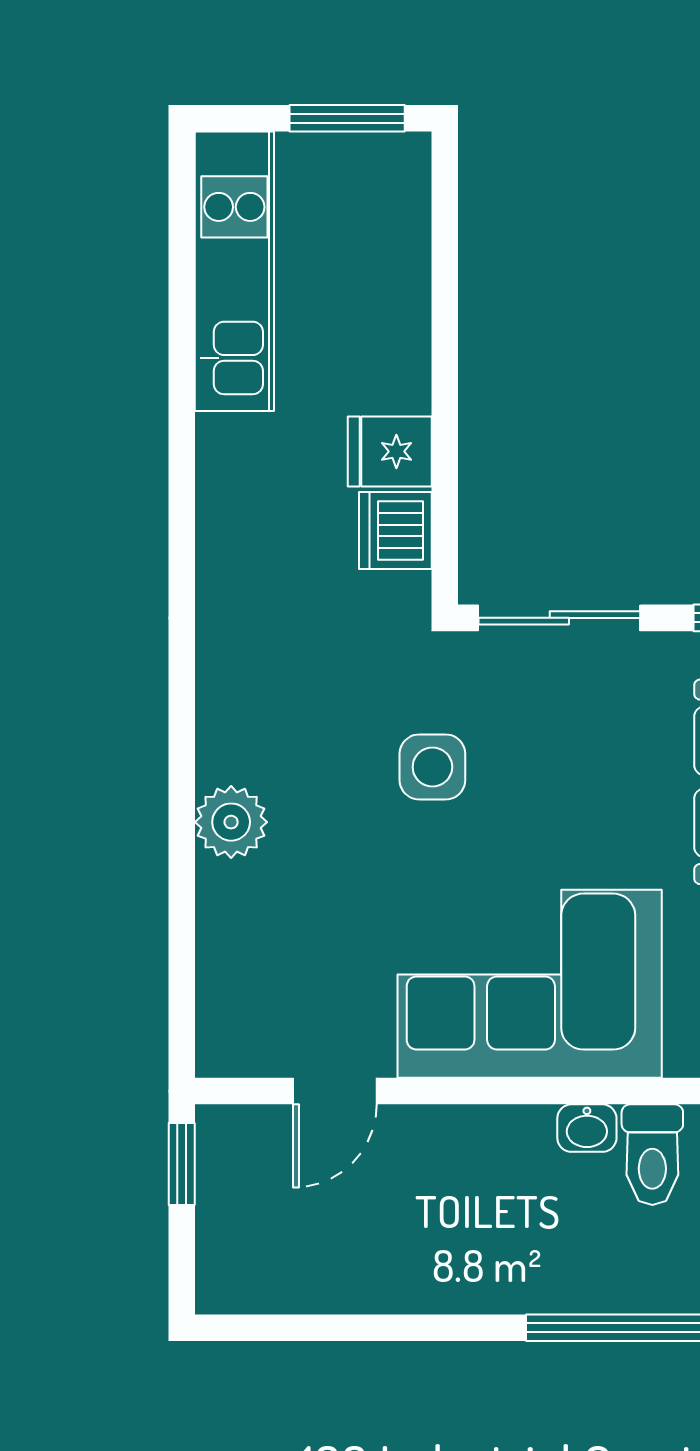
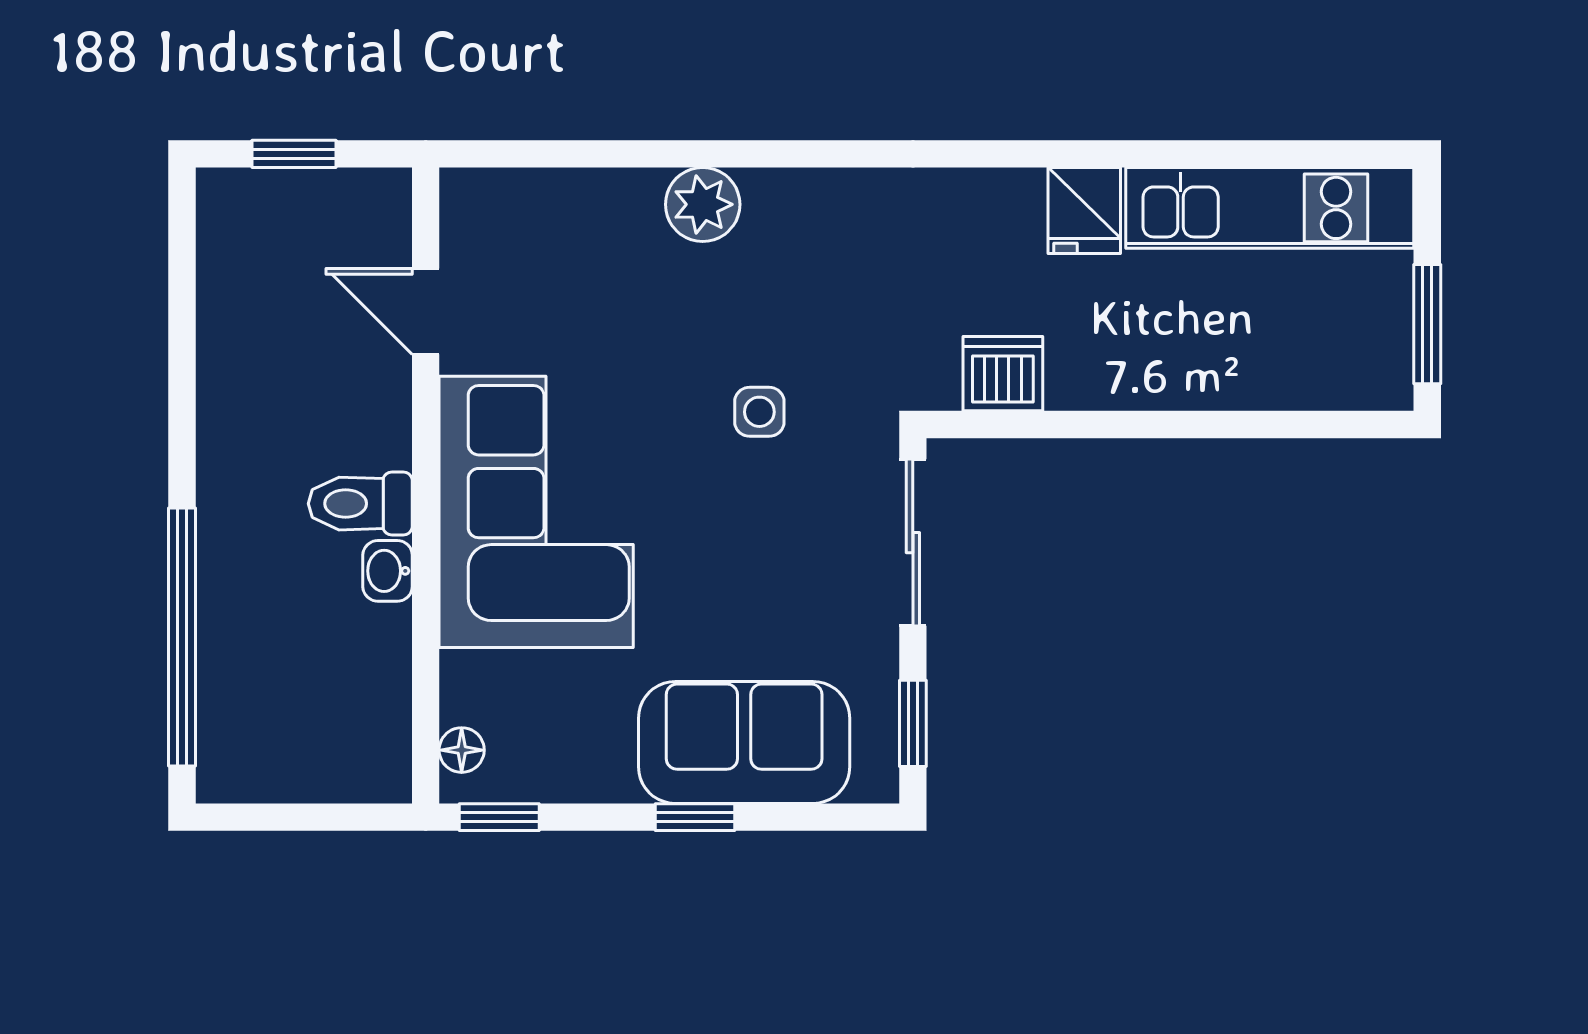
fridge: (390, 451) -> (1084, 210), moved, turned 180
side table: (432, 767) -> (759, 412), width x0.73, depth x0.73
toilet: (652, 1155) -> (360, 504), moved
window: (182, 1164) -> (294, 154), moved

